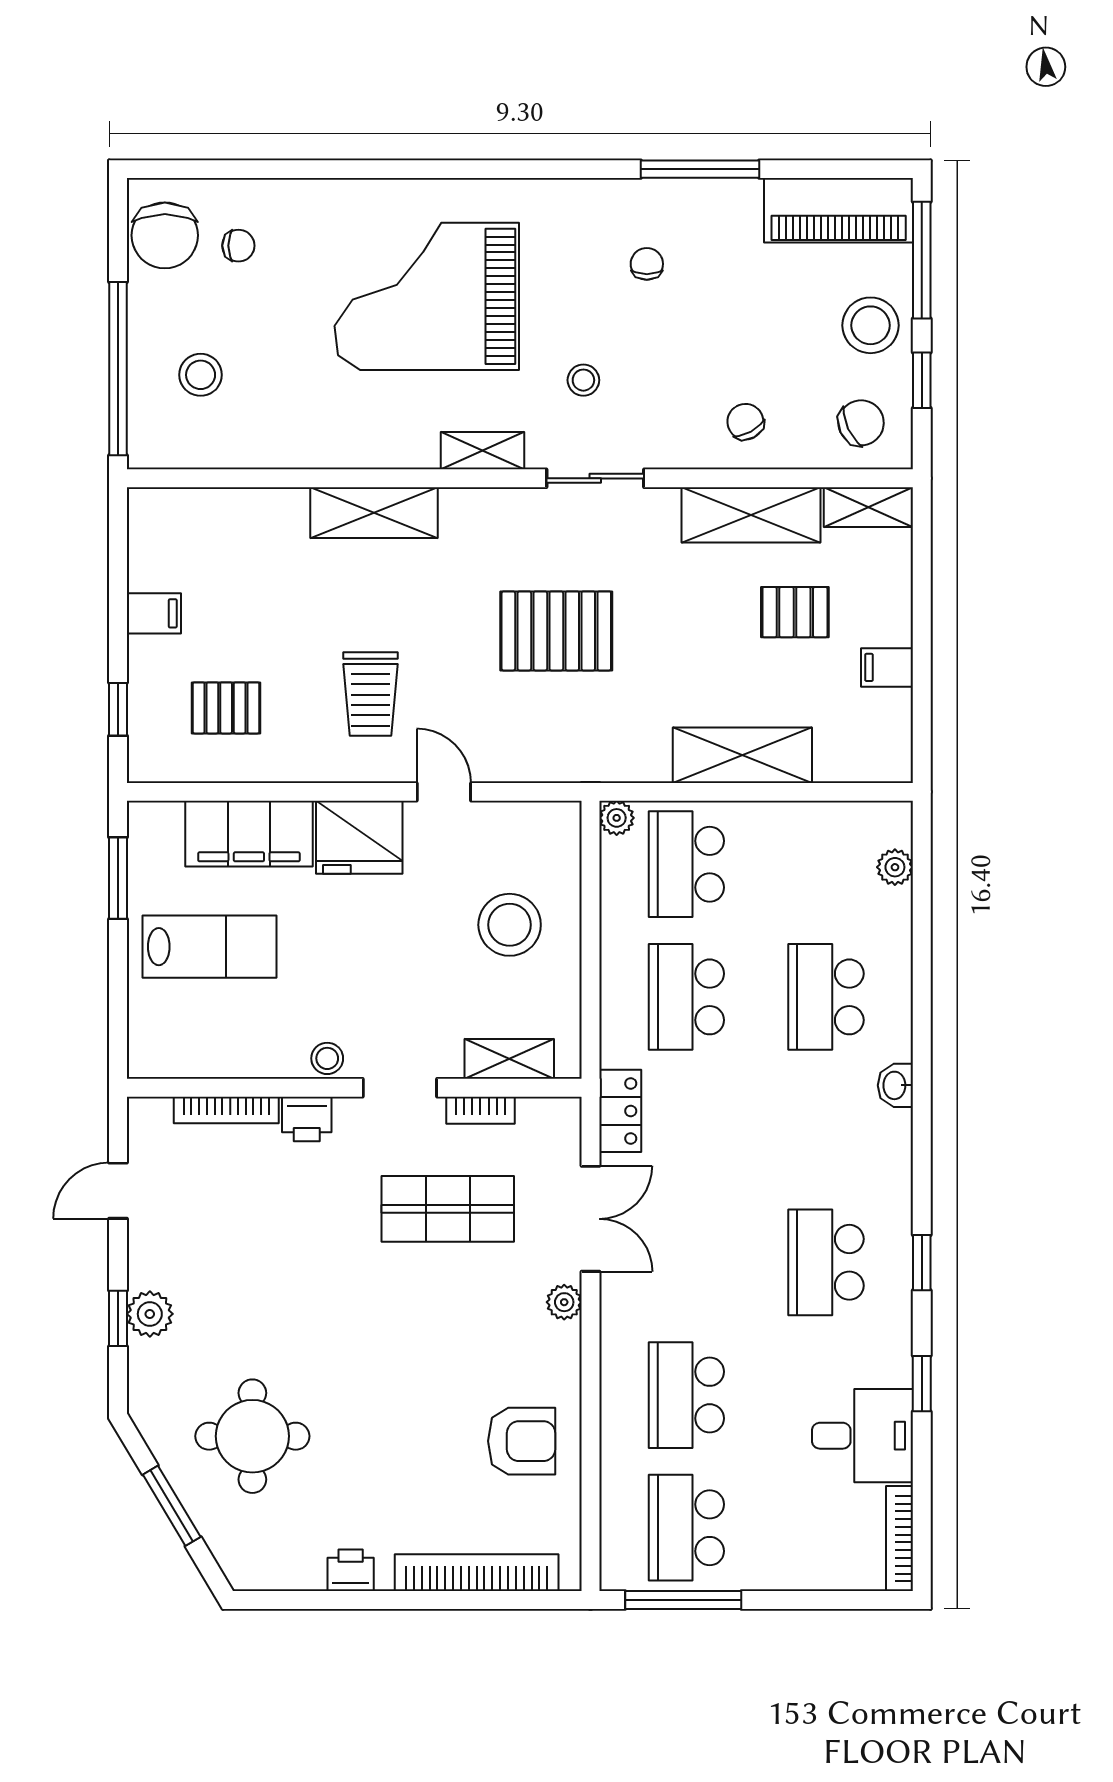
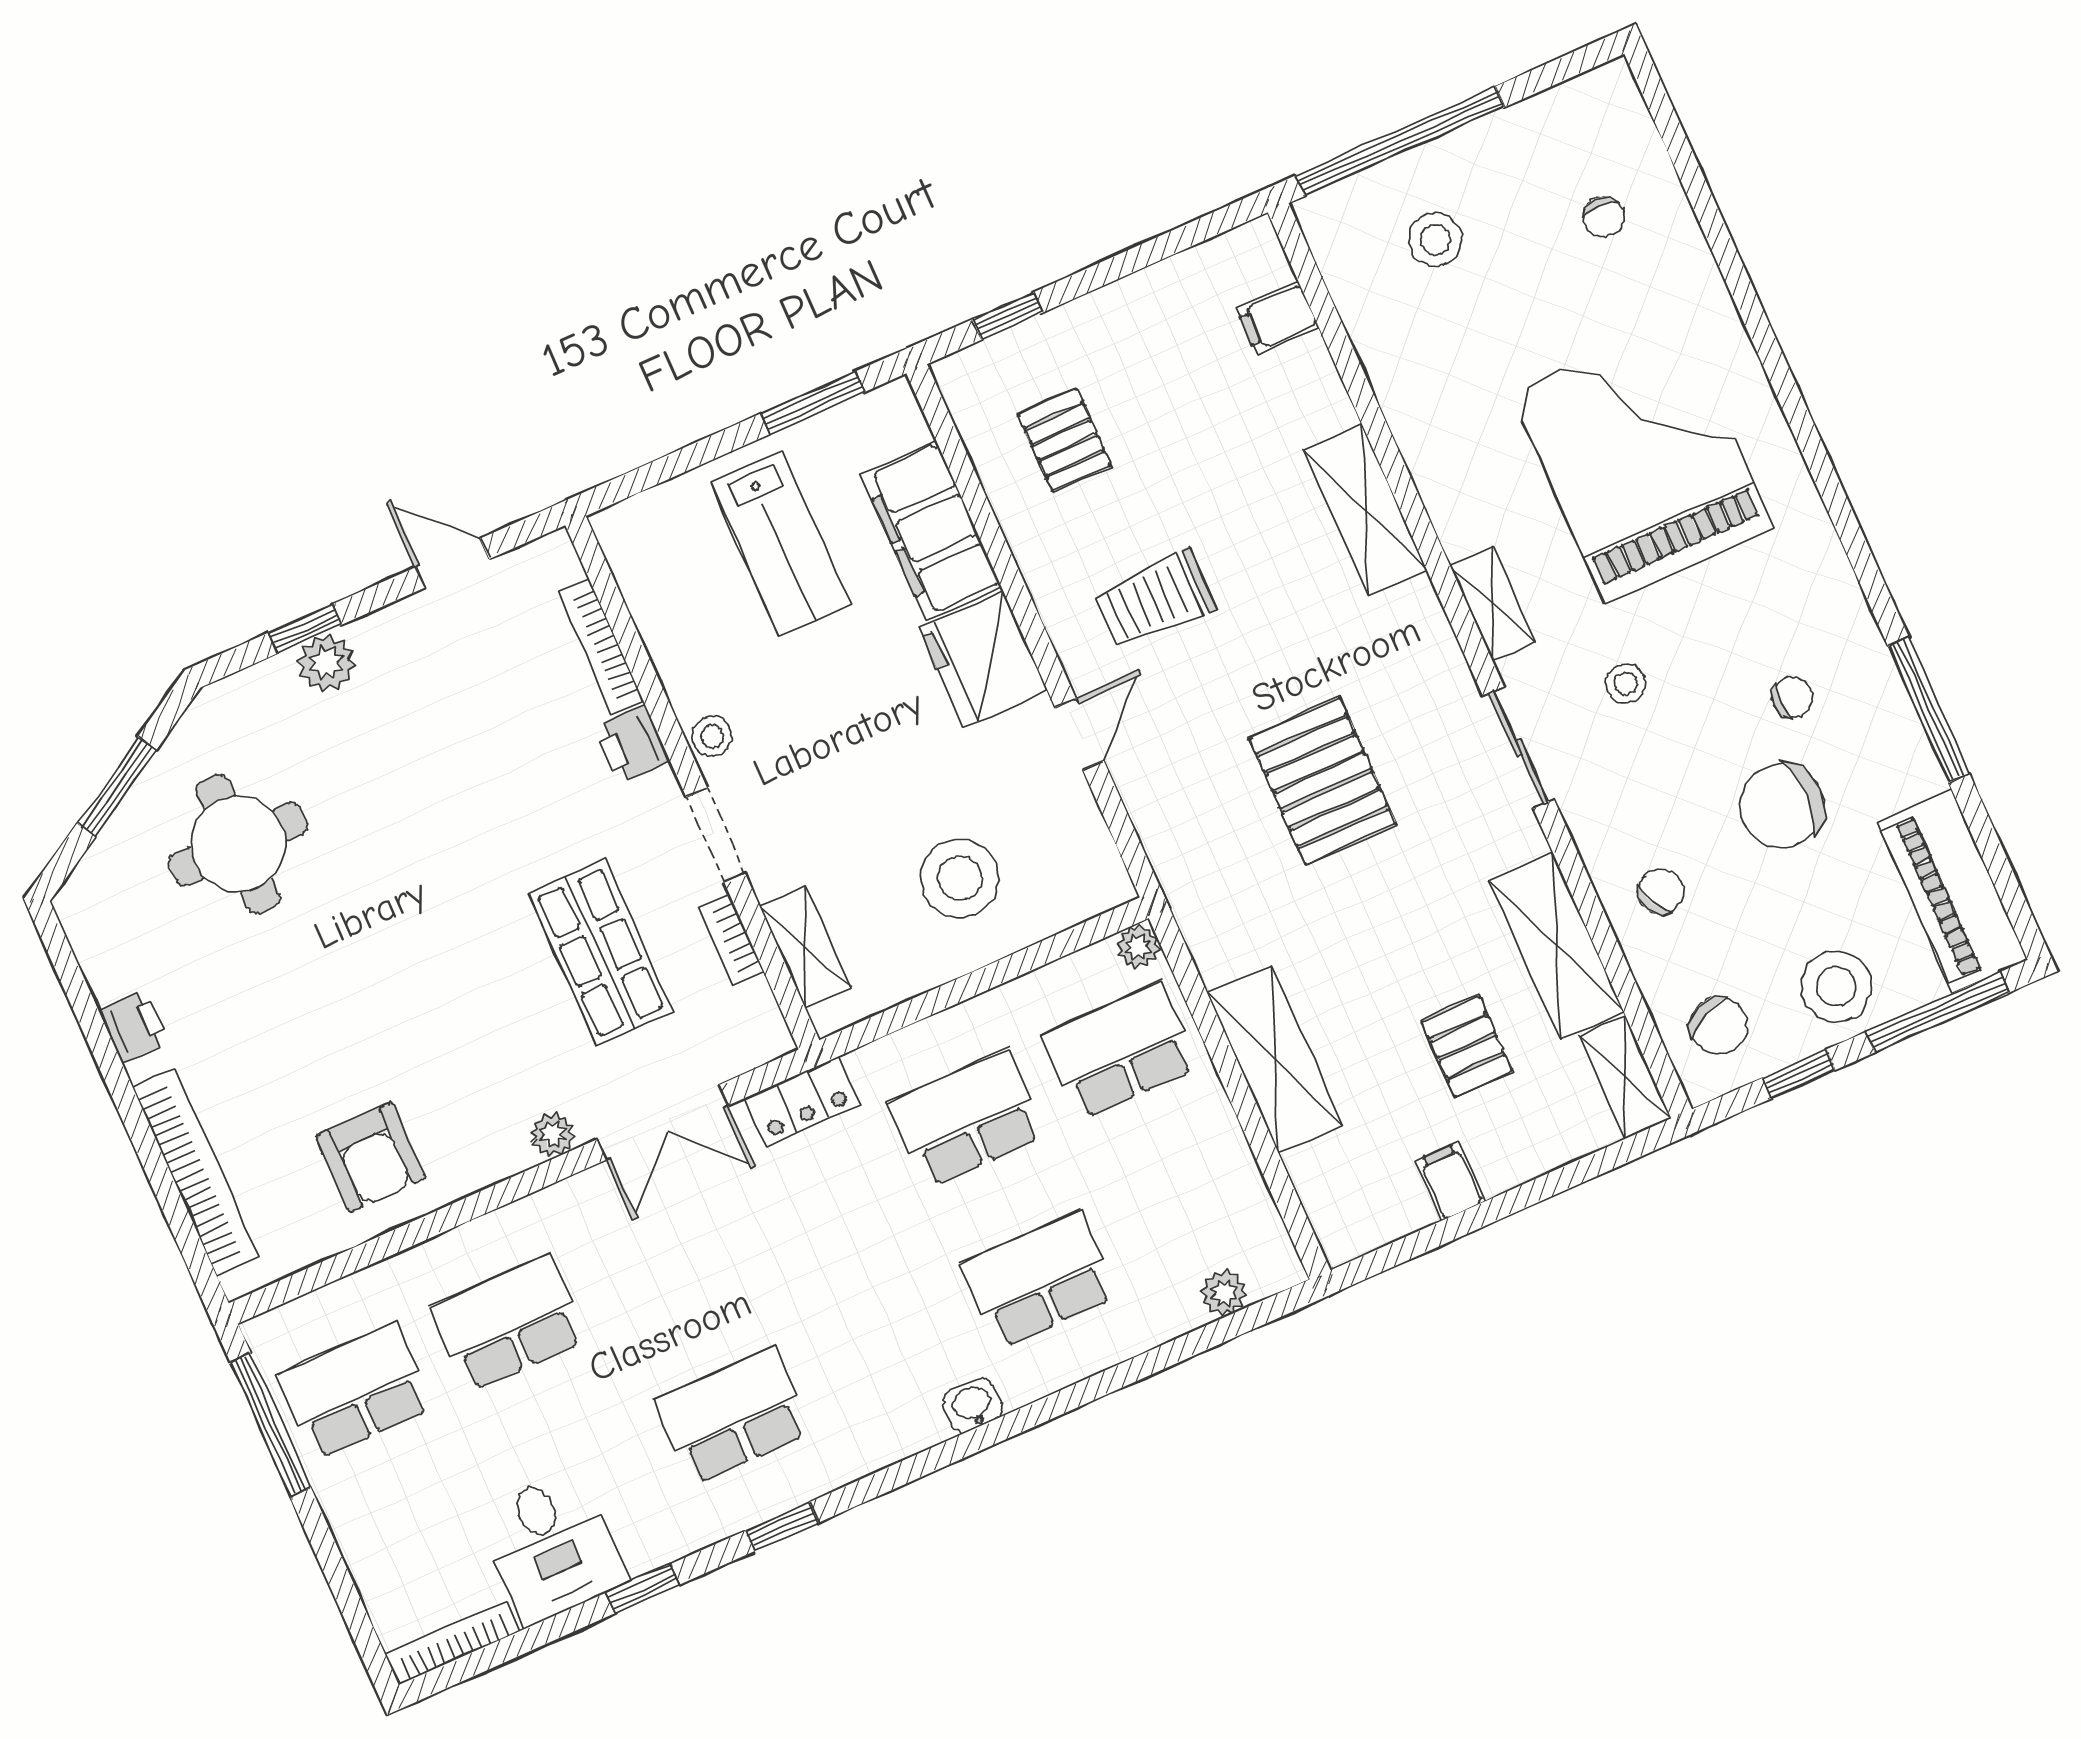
chair: (165, 235) -> (1782, 806), moved
filing cabinet: (154, 613) -> (1277, 317), moved, turned 90

